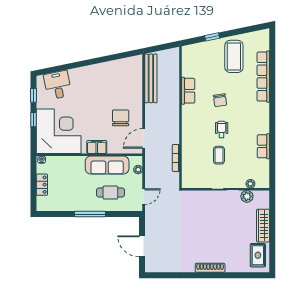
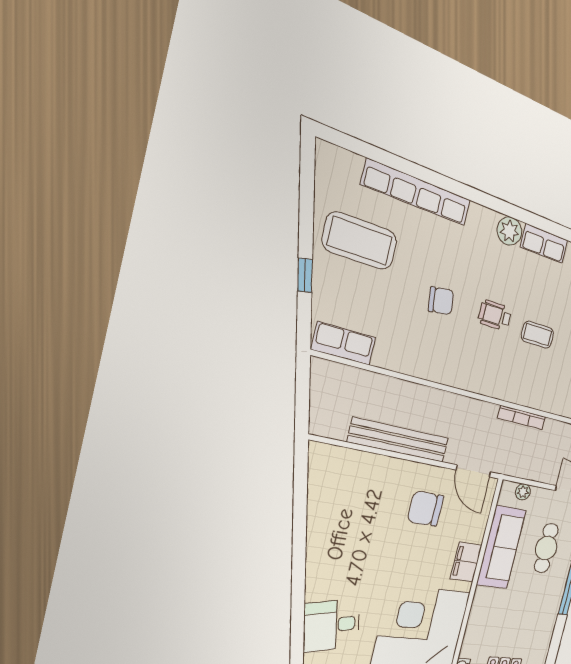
bench: (151, 78) -> (399, 440), moved
row of seats: (188, 91) -> (344, 343), moved
plant: (263, 126) -> (510, 231), added

